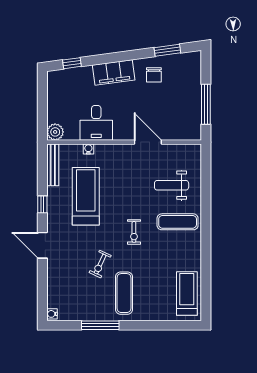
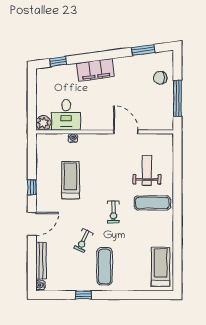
chair: (154, 75) -> (160, 78), moved, turned 90
desk: (96, 123) -> (66, 115), moved
bench: (53, 165) -> (41, 261), moved
weight bench: (172, 185) -> (147, 170), turned 90
treadmill: (86, 196) -> (70, 180), width x0.73, depth x0.73
door: (42, 245) -> (32, 224), swing flipped
window: (100, 325) -> (83, 295), width x0.46

